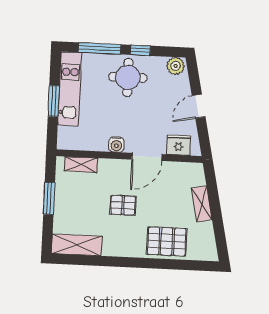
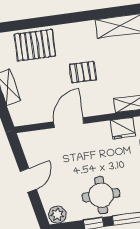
water cooler: (116, 144) -> (100, 129), removed
fridge: (179, 145) -> (123, 128), moved

